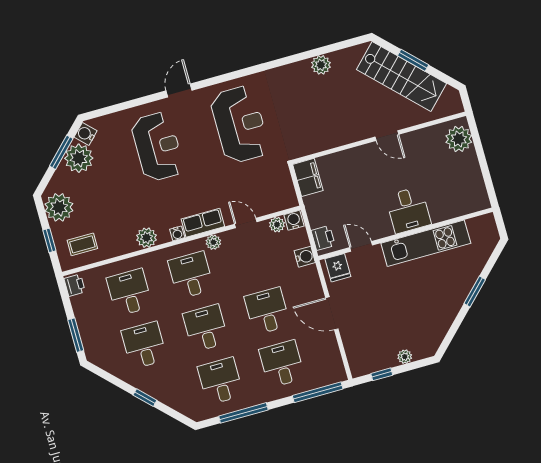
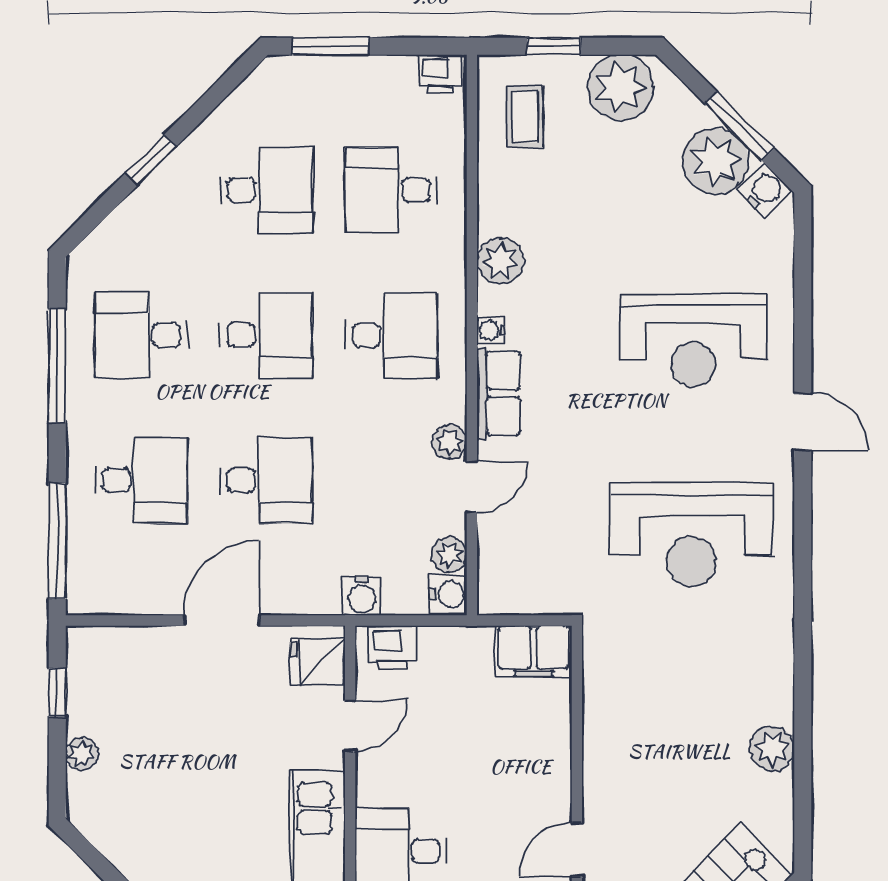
plant: (213, 242) -> (450, 442), moved
desk: (129, 292) -> (391, 190), turned 180
desk: (220, 381) -> (141, 335), turned 180

